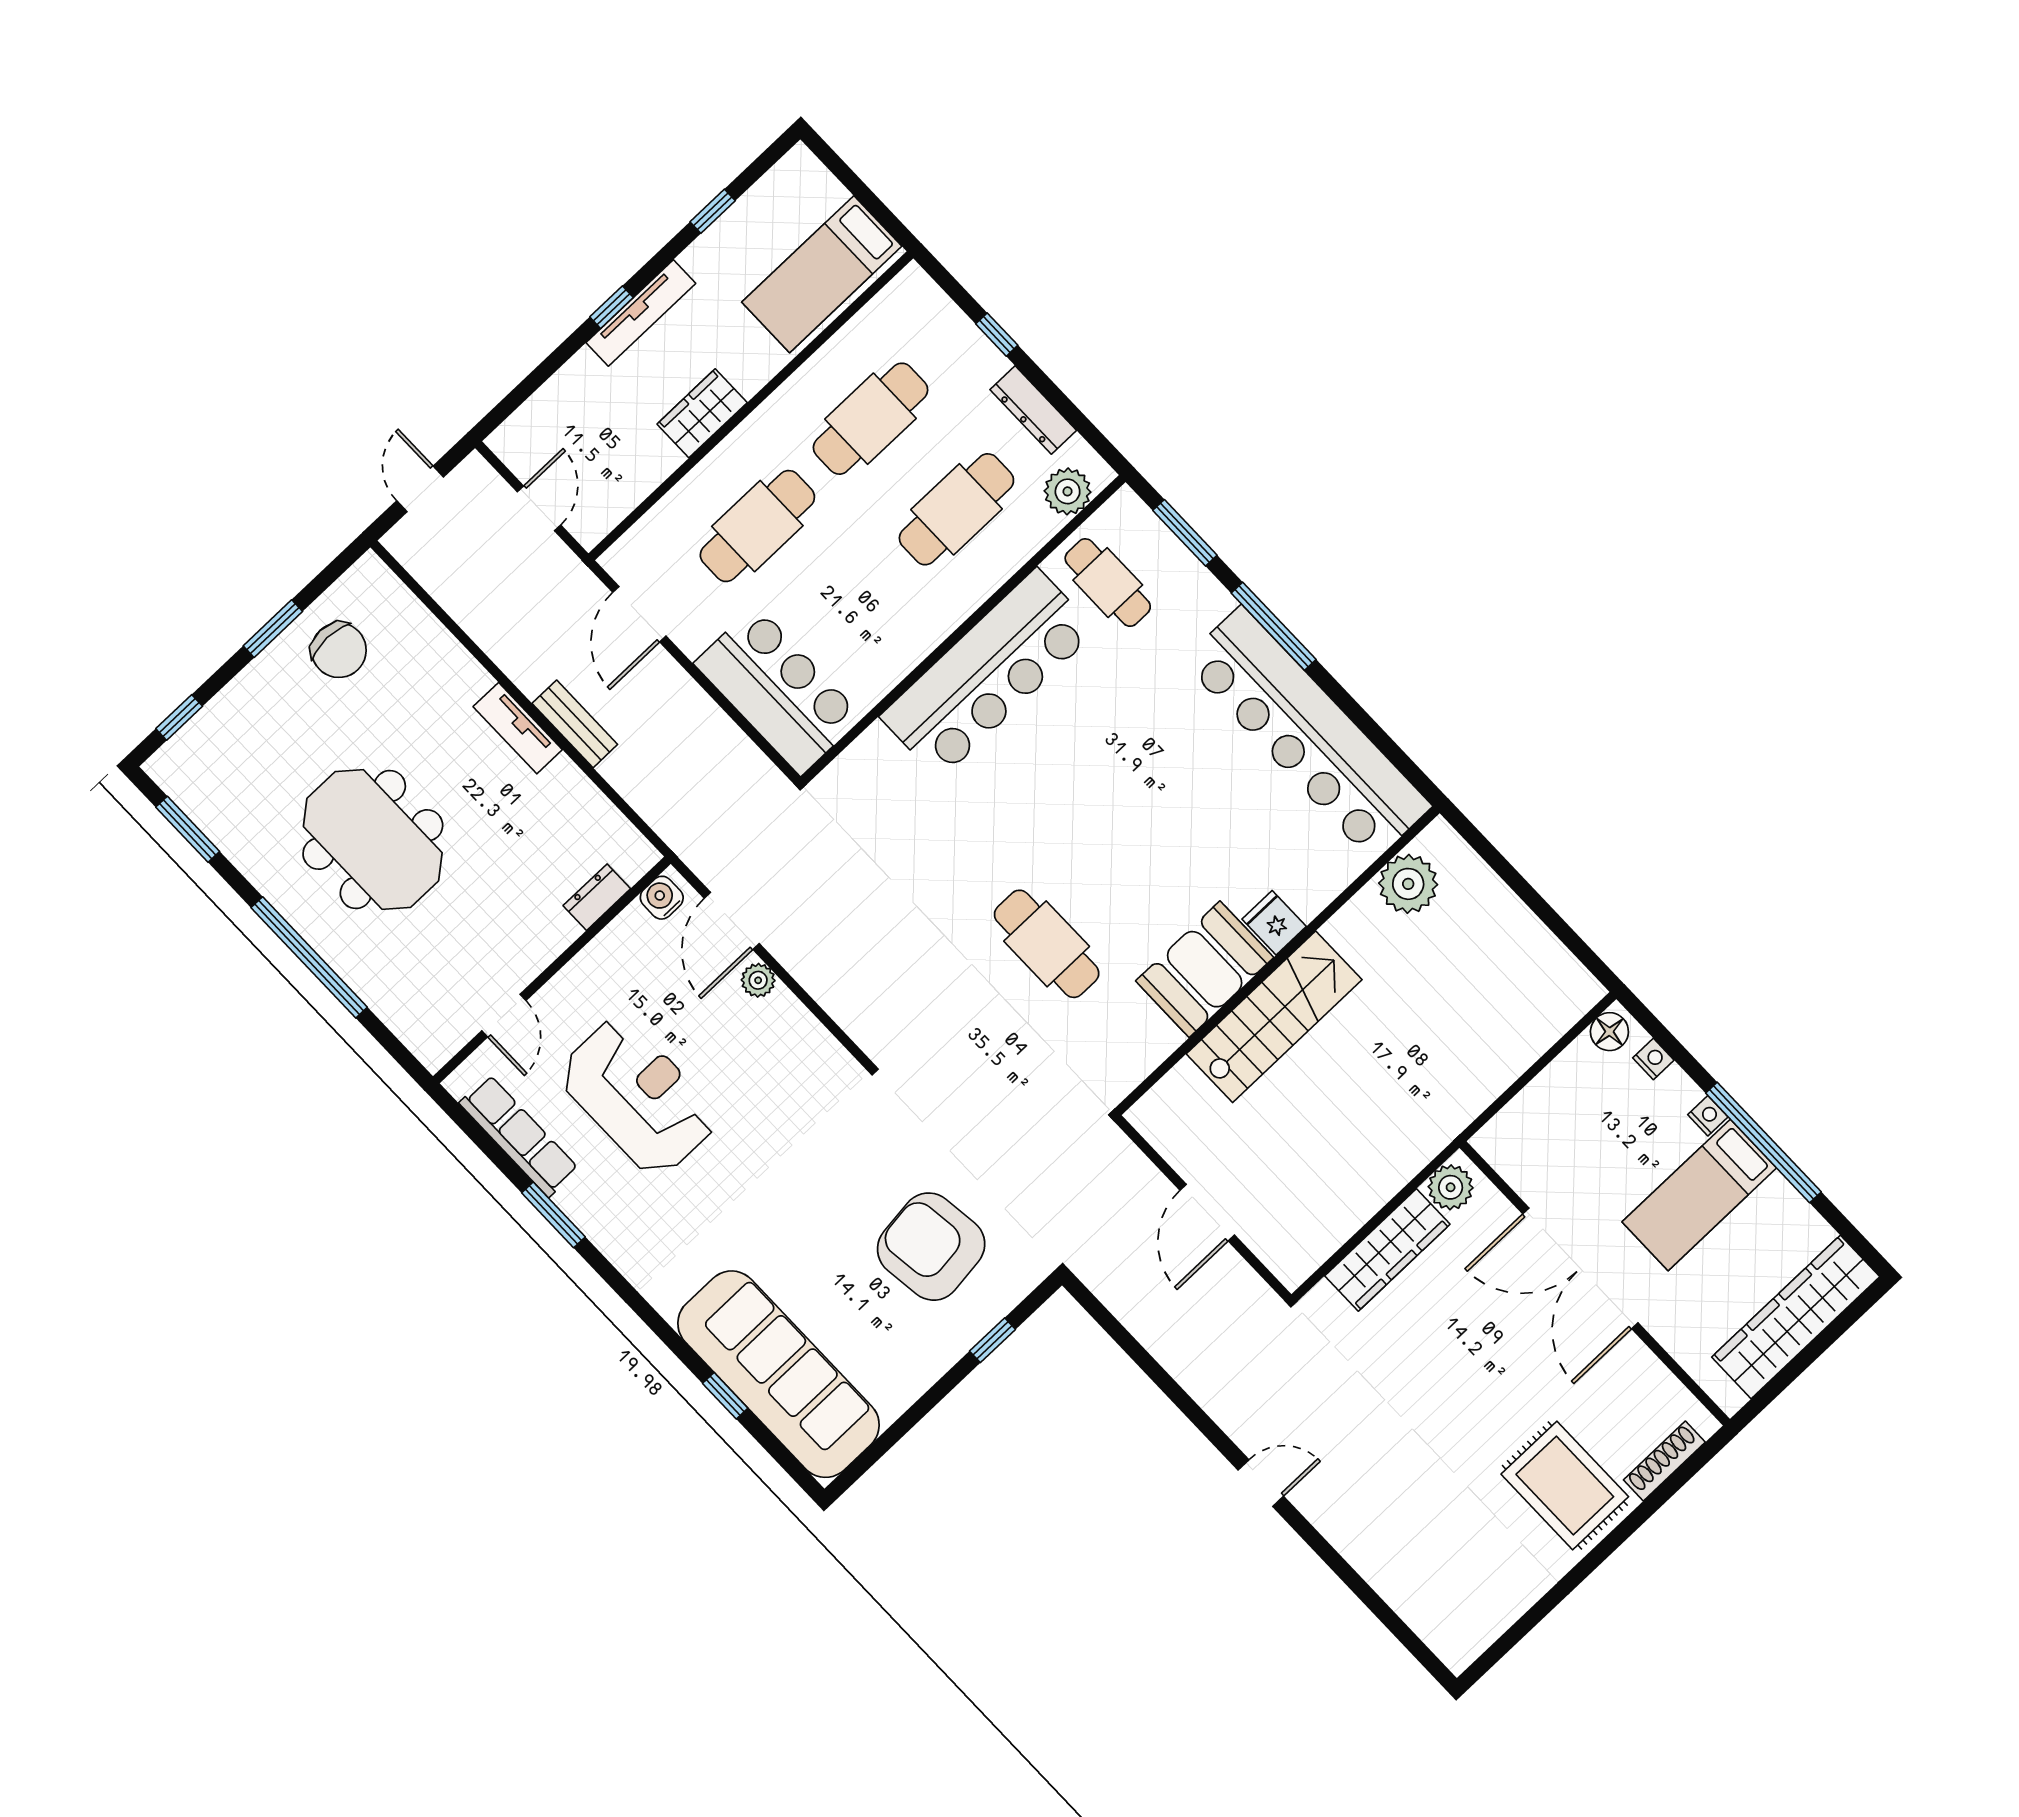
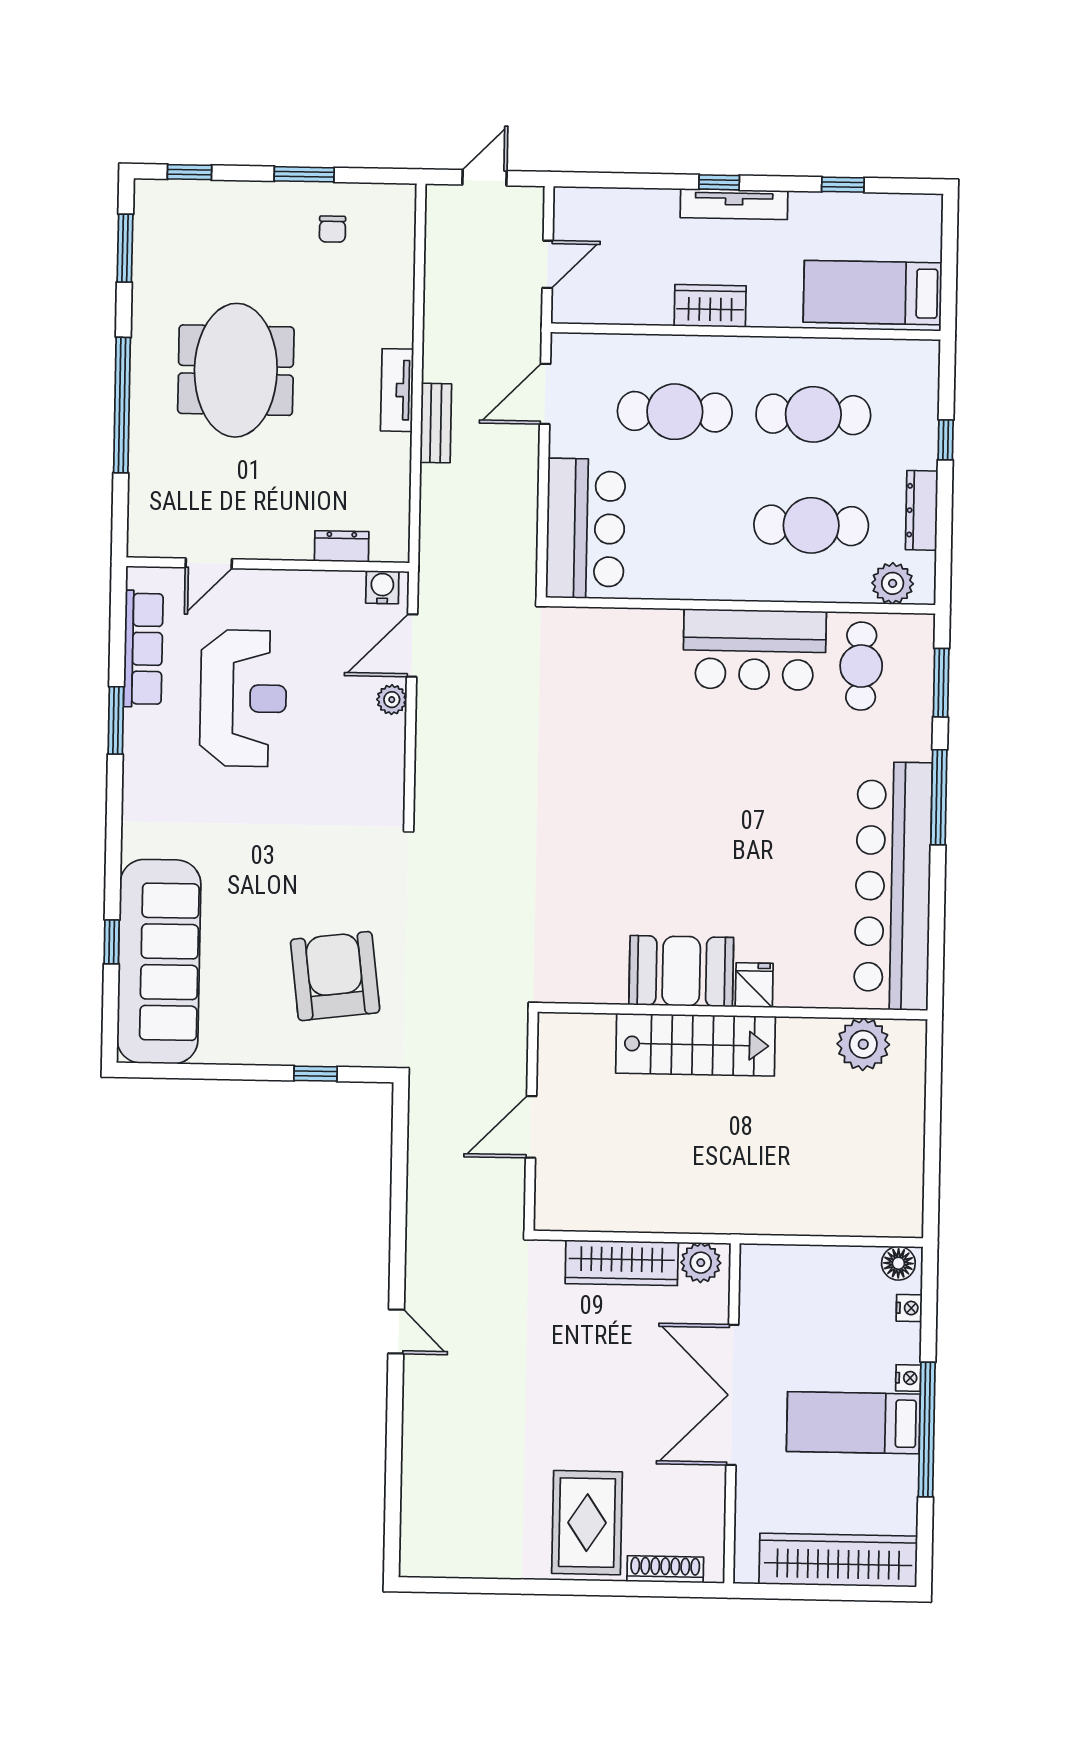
chair: (339, 650) -> (332, 229), width x0.54, depth x0.54
bar counter: (988, 674) -> (755, 650), width x0.73
cafe table: (1047, 944) -> (597, 857), removed

